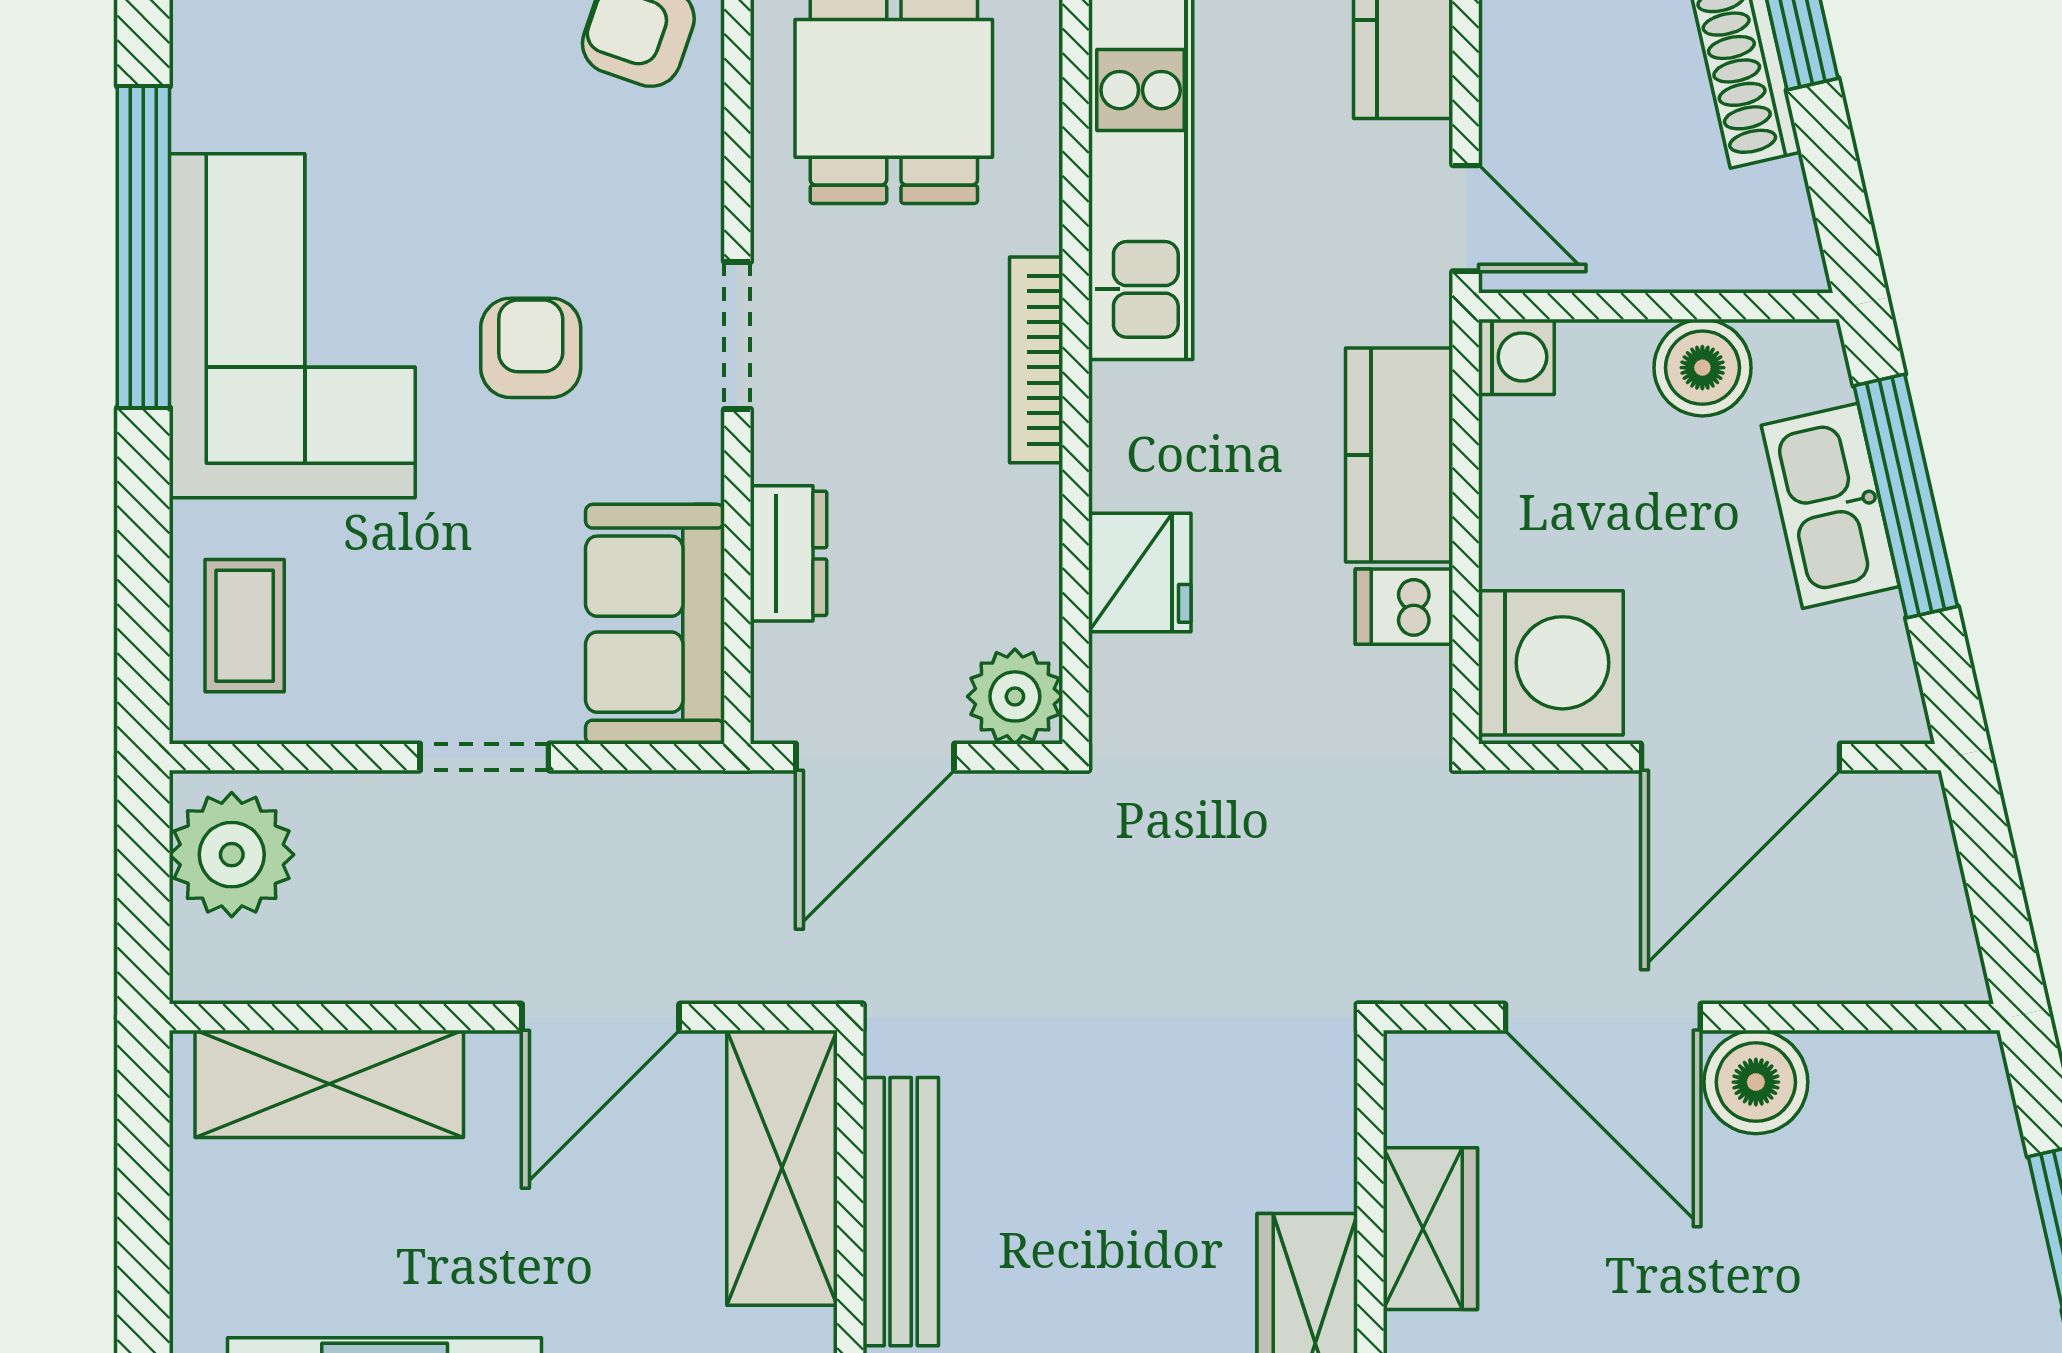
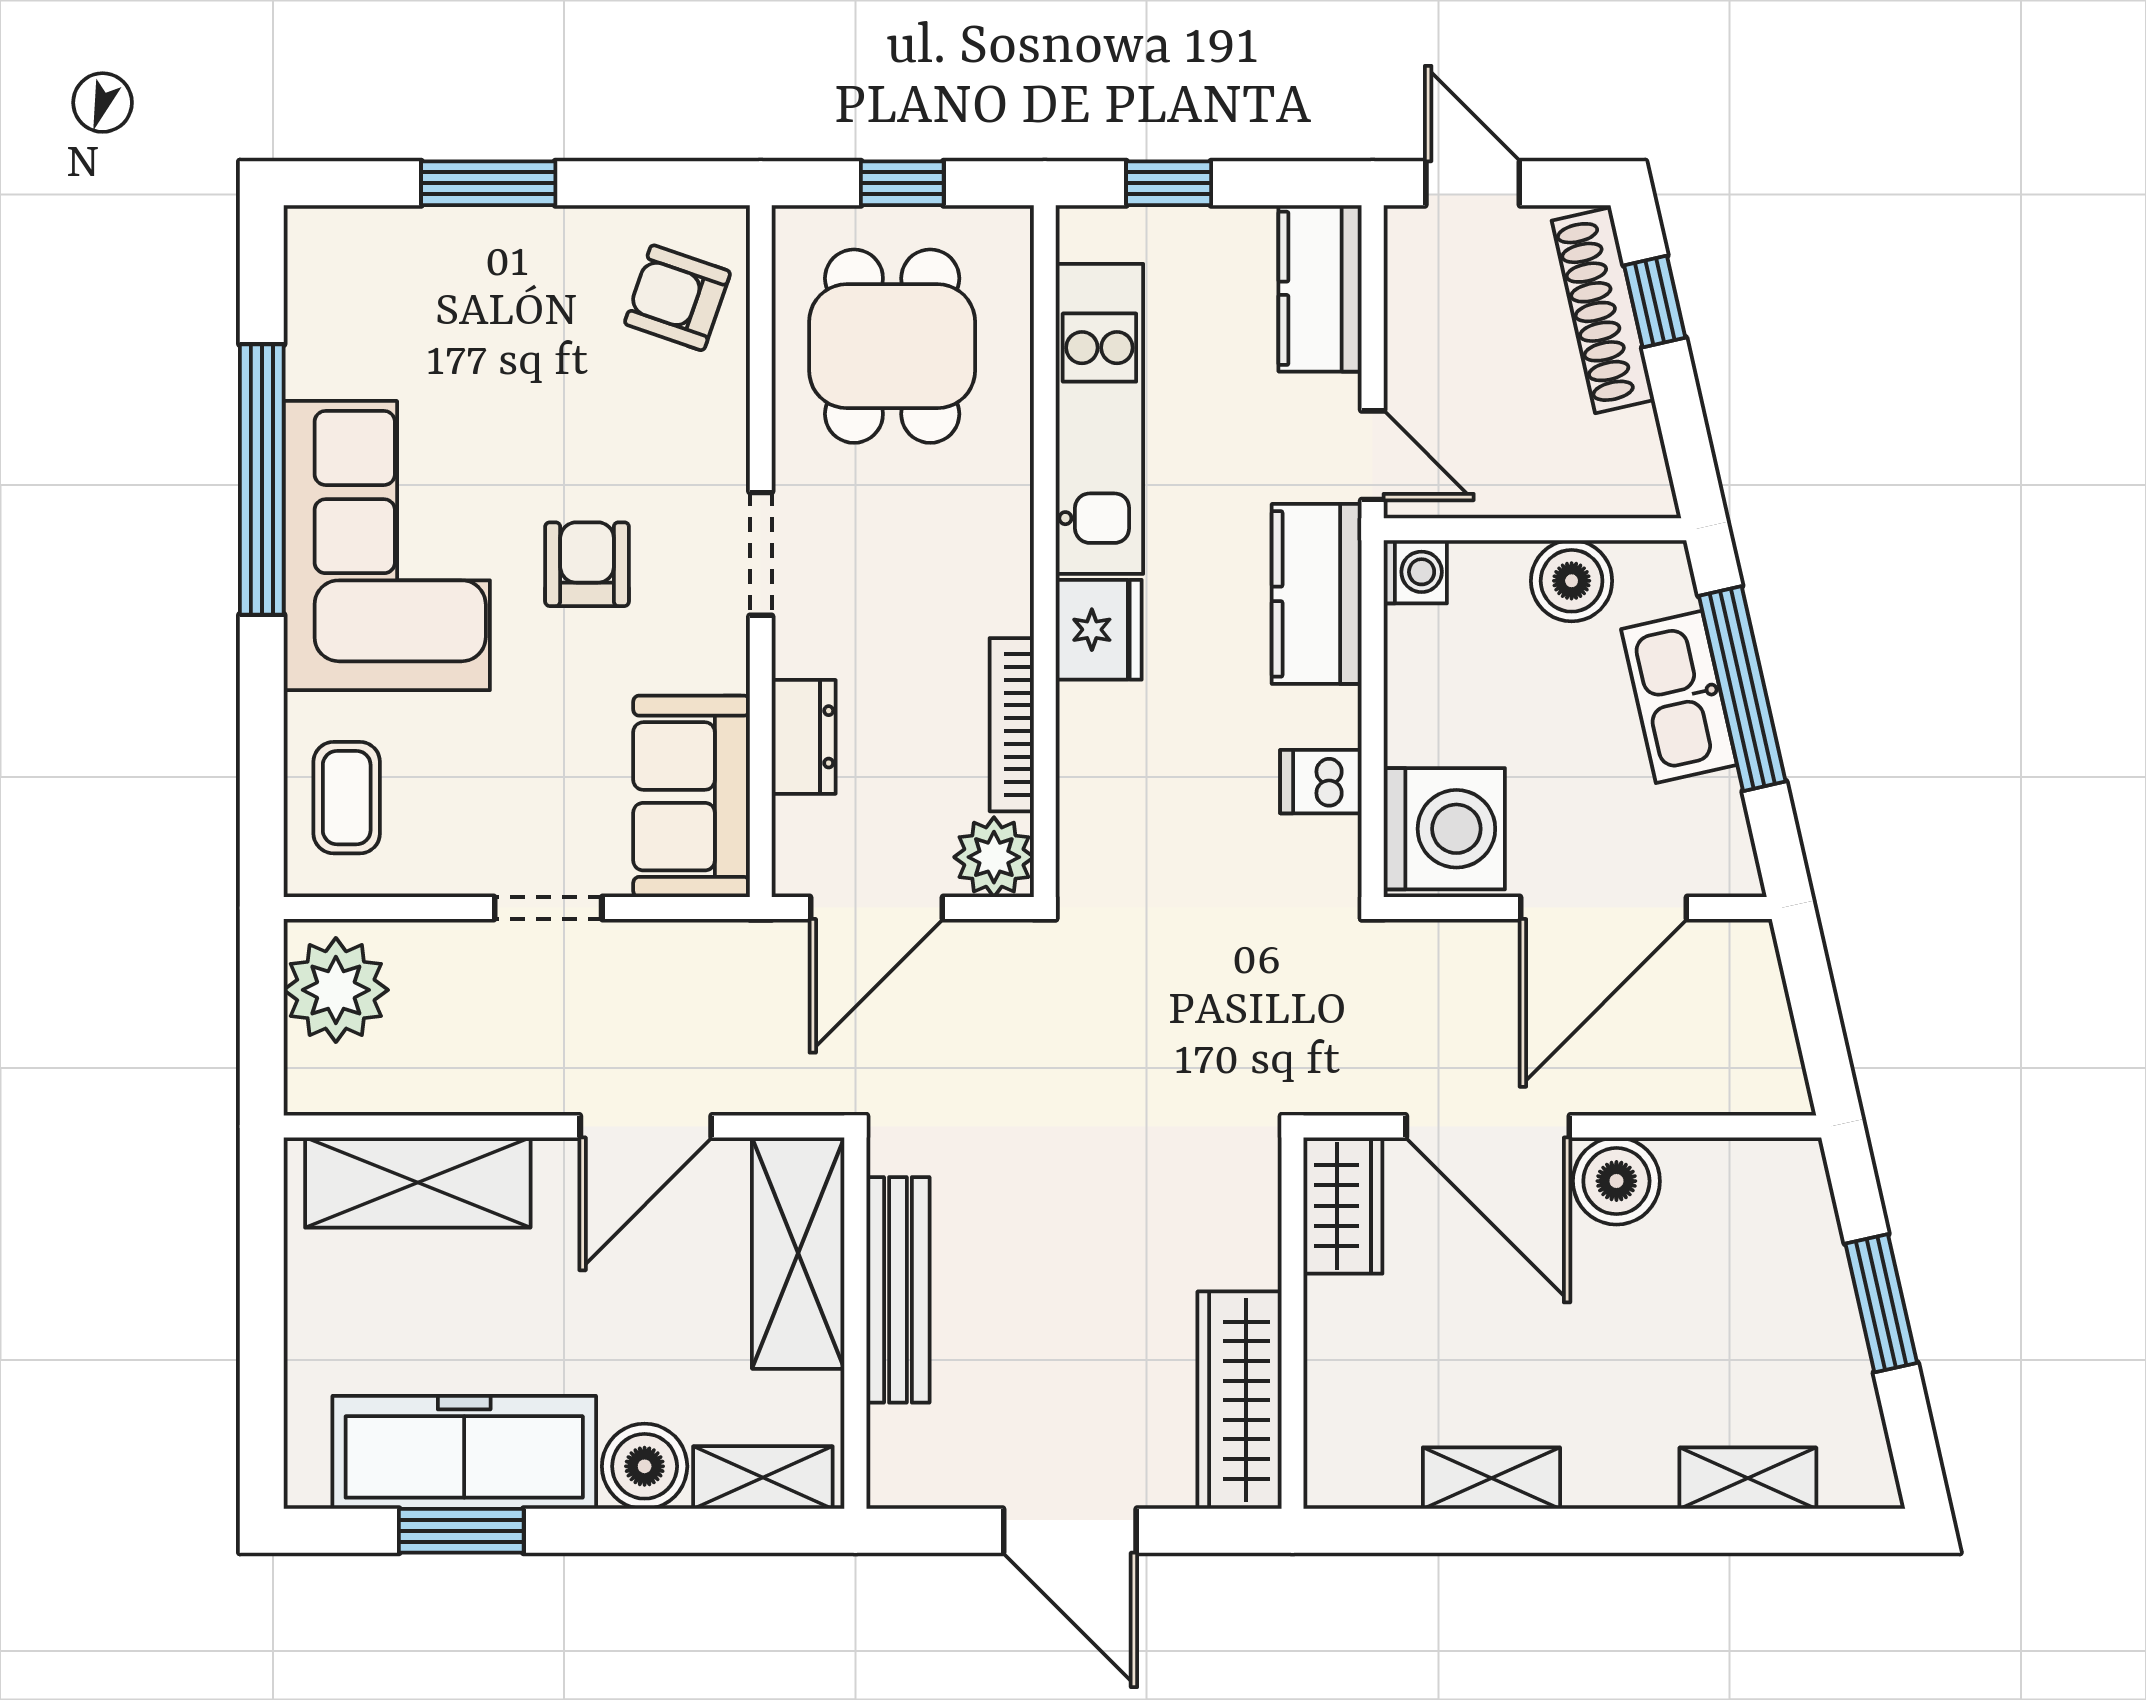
bookcase: (1036, 360) -> (1012, 725), moved
kitchen counter: (1399, 455) -> (1317, 594), moved
fridge: (1140, 572) -> (1099, 630), moved
wardrobe: (1430, 1229) -> (1343, 1206), moved

